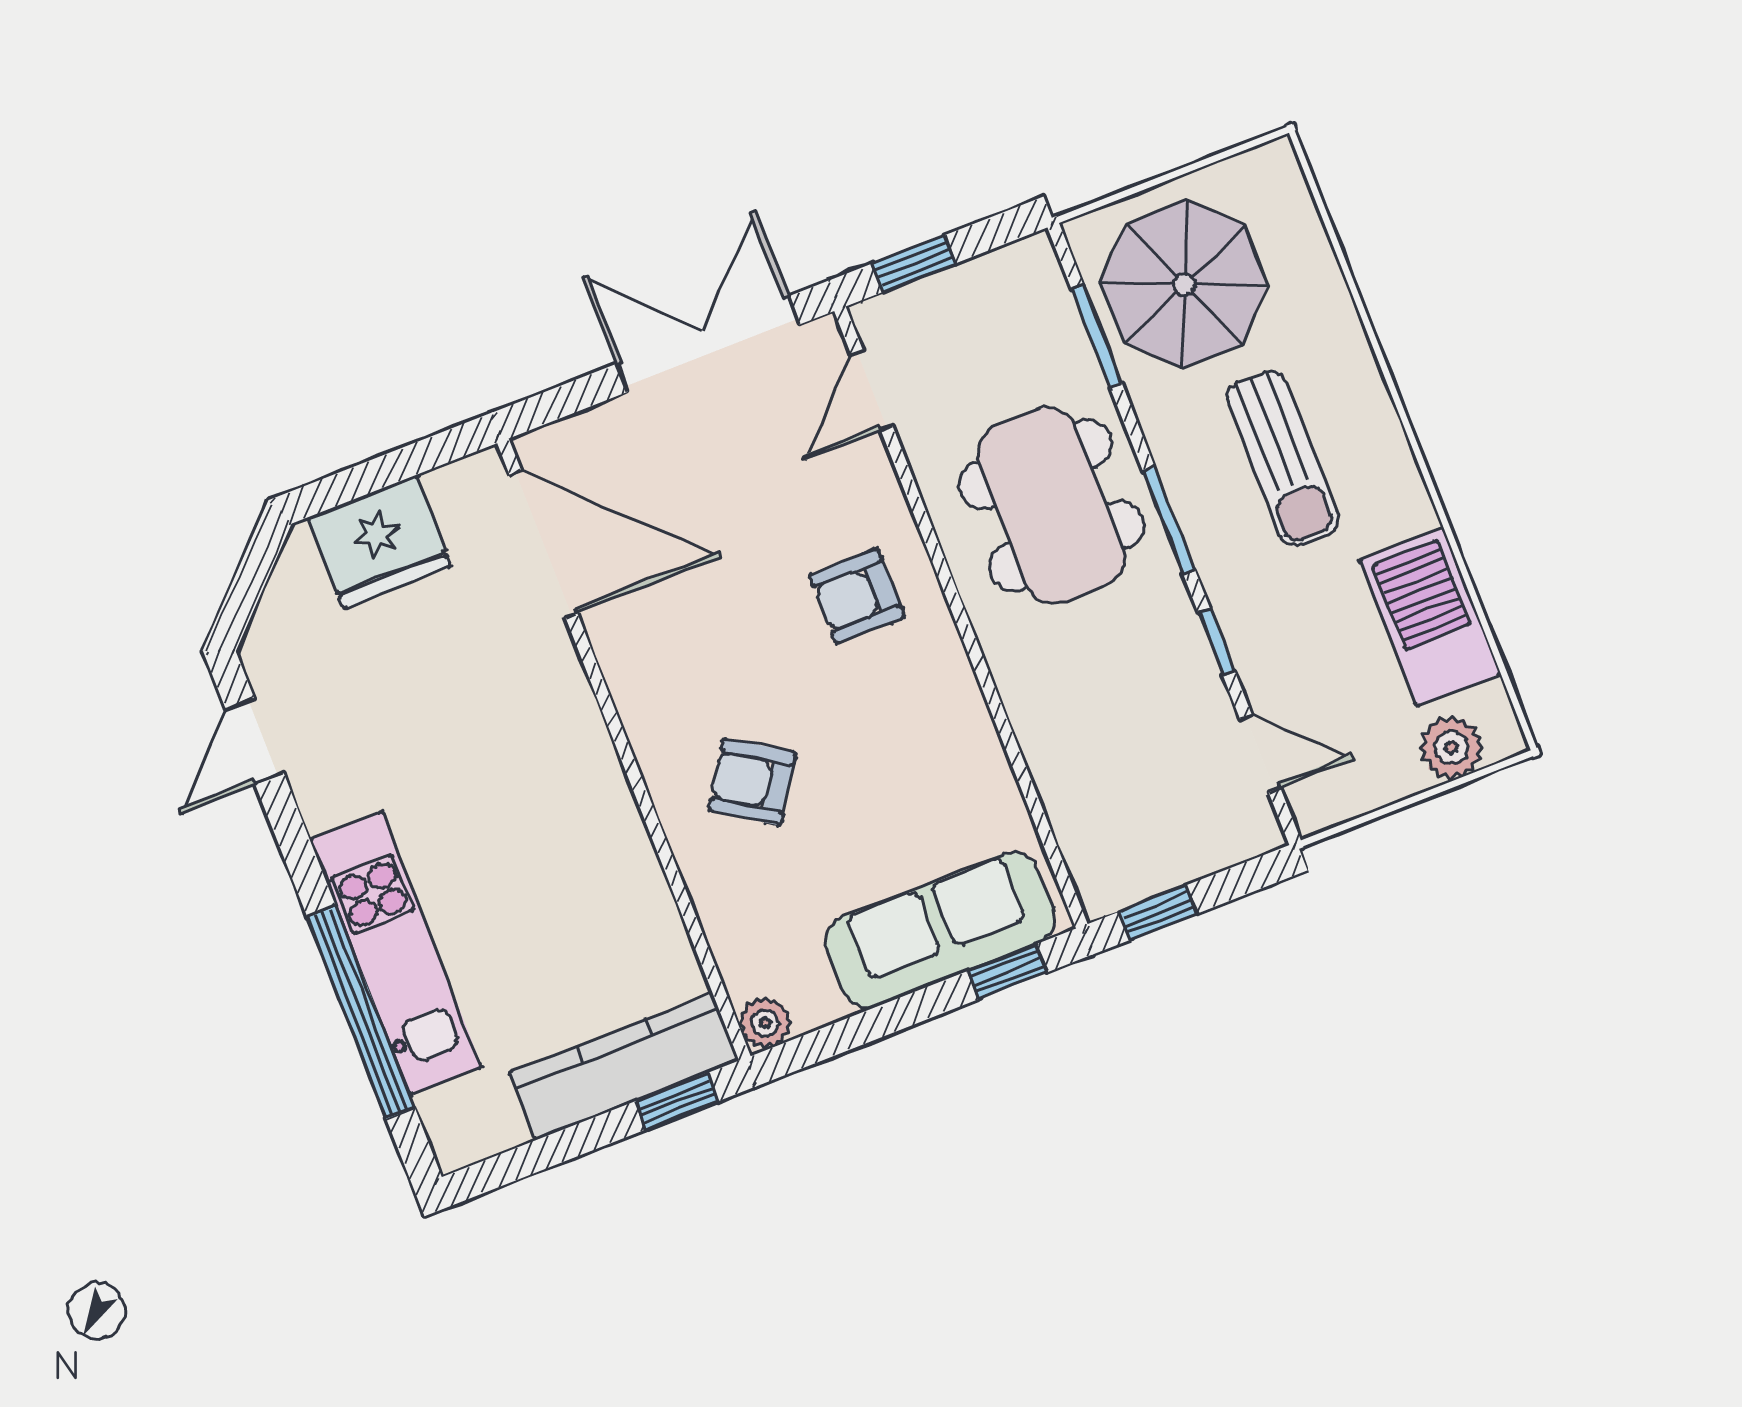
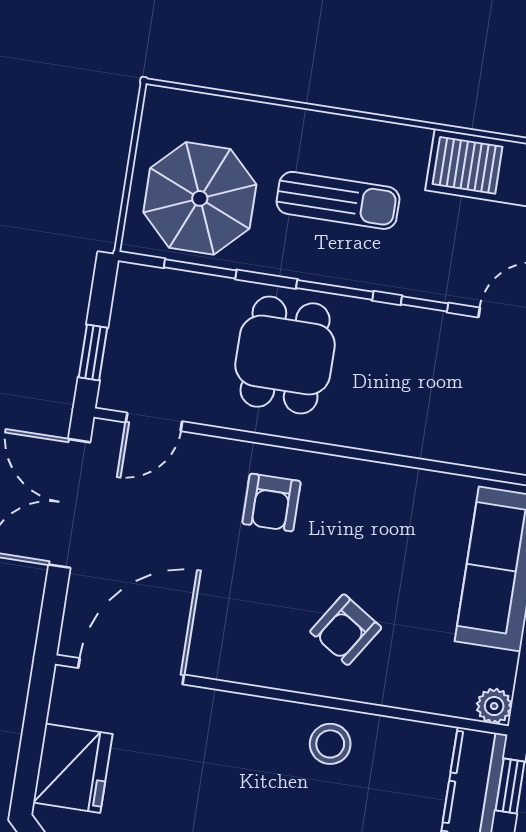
door: (872, 390) -> (154, 422), hinge flipped
dining table: (1051, 505) -> (285, 355), width x0.73
stool: (598, 846) -> (330, 744), added

